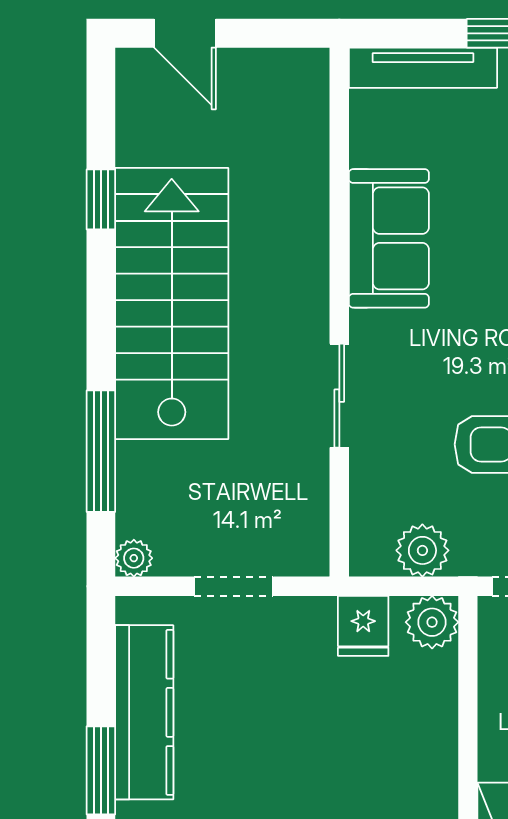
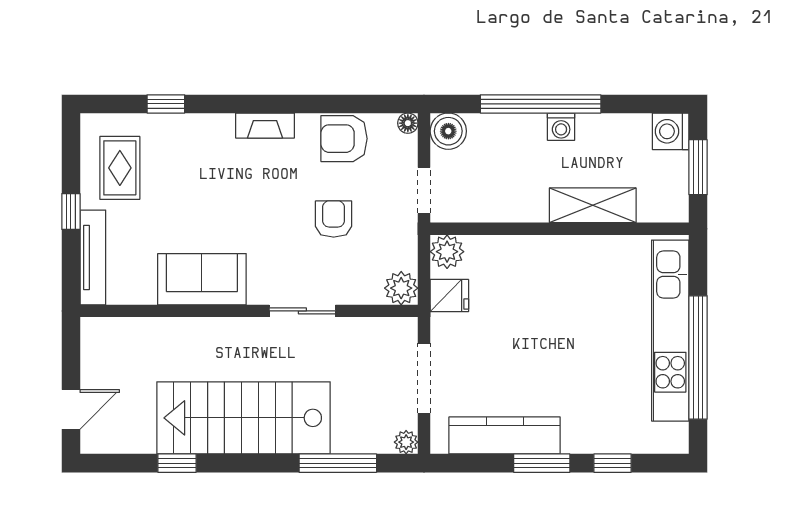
plant: (422, 550) -> (401, 288), moved
doorway: (234, 586) -> (424, 378), width x1.38

